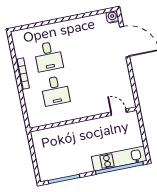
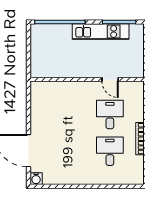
door: (119, 112) -> (110, 79), moved
kitchen unit: (119, 159) -> (101, 32), moved

